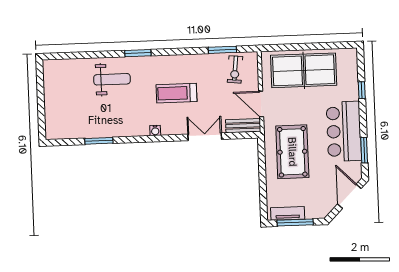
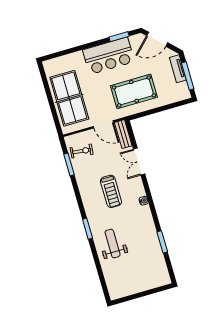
window: (362, 90) -> (73, 50), removed
door: (261, 104) -> (103, 124), hinge flipped
tv unit: (288, 213) -> (178, 69), moved

